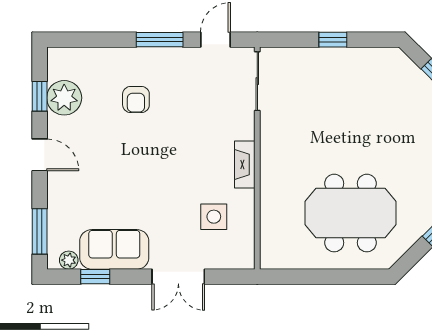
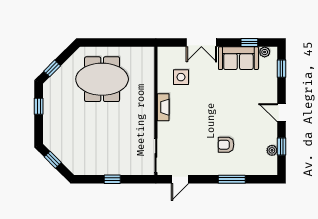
window: (160, 40) -> (232, 179), moved
plant: (64, 98) -> (272, 150), width x0.53, depth x0.53
armchair: (136, 99) -> (226, 145), turned -90
window: (40, 231) -> (281, 69), width x0.67
double door: (178, 277) -> (201, 43), swing flipped

